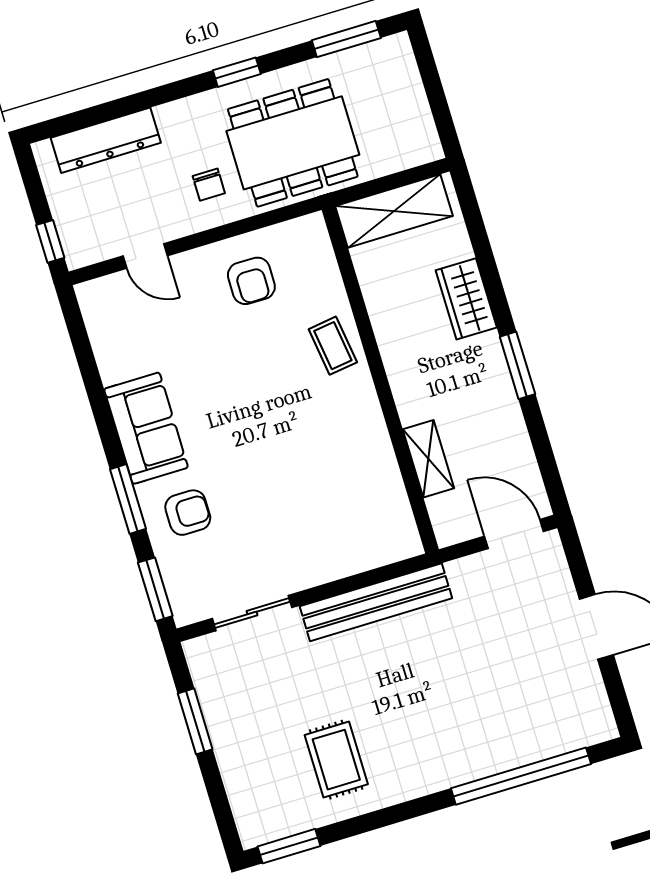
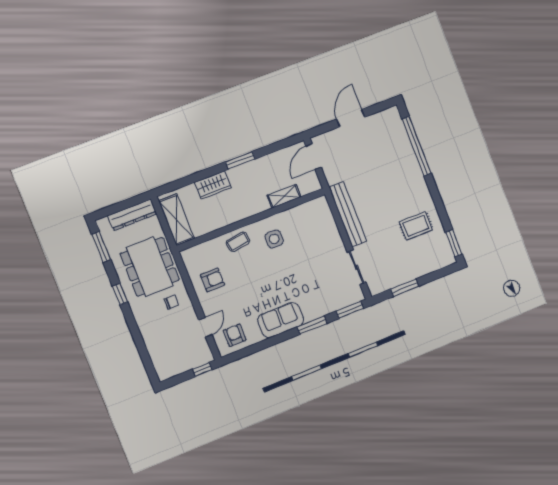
dresser: (106, 140) -> (132, 215), moved, turned 90
side table: (333, 428) -> (274, 239), added
armchair: (188, 513) -> (235, 335), moved

